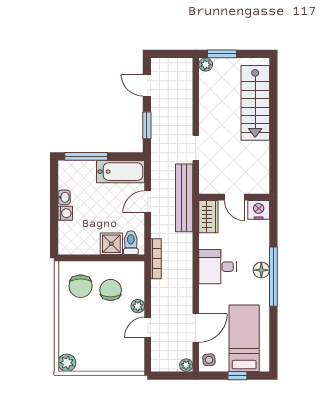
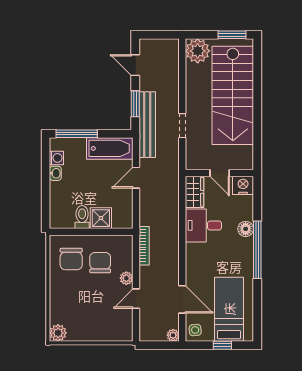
window: (222, 54) -> (232, 35), moved
plant: (206, 65) -> (198, 51), width x1.87, depth x1.87
stairs: (255, 103) -> (233, 95), width x1.36, depth x1.51
bench: (184, 198) -> (147, 125), moved
washing machine: (65, 213) -> (56, 158), moved
toilet: (131, 243) -> (82, 217), moved
bookcase: (156, 259) -> (144, 246), moved
desk: (218, 267) -> (203, 225), moved
floor lamp: (261, 270) -> (246, 229), moved
door: (196, 328) -> (182, 299), hinge flipped

